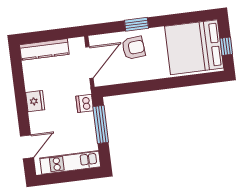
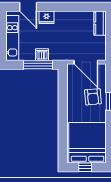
kitchen counter: (44, 49) -> (100, 23), width x0.67
fridge: (35, 101) -> (46, 17), moved
dishwasher: (85, 103) -> (42, 55), moved

